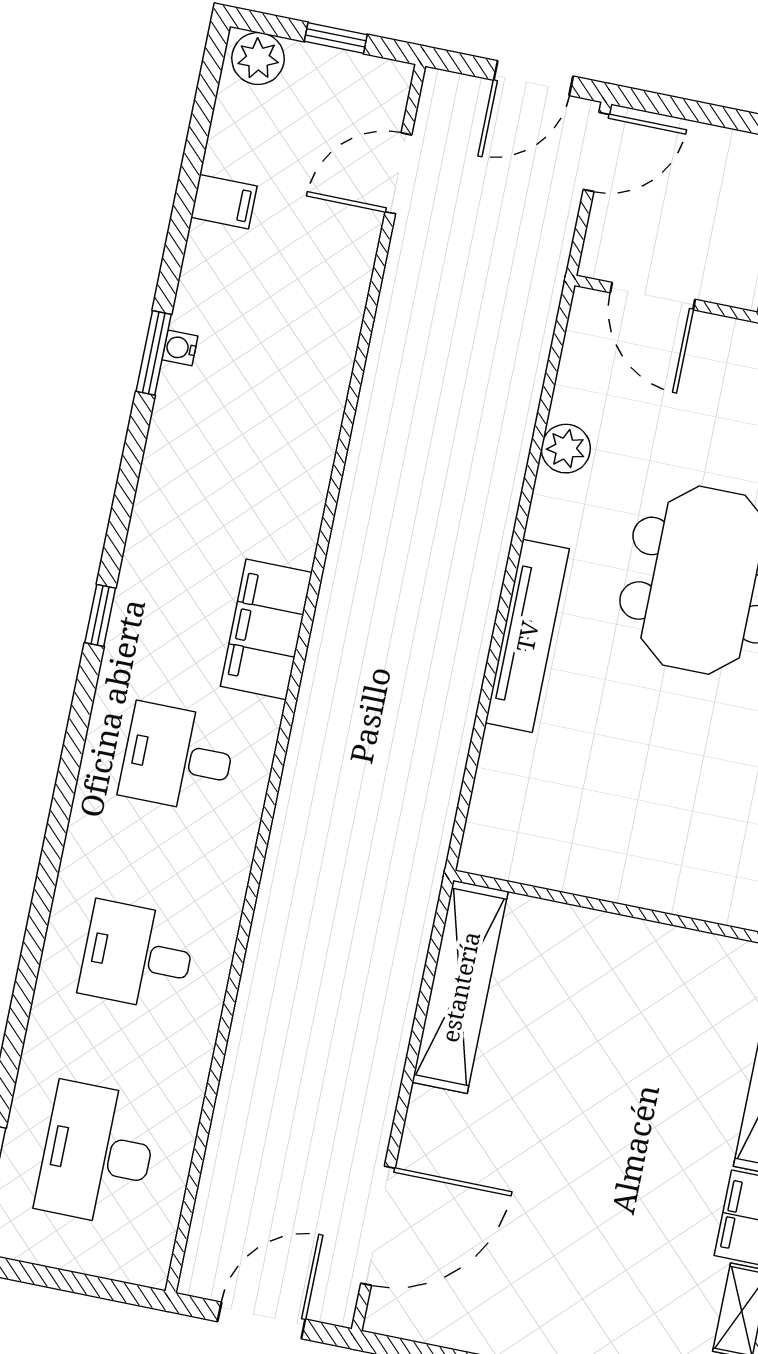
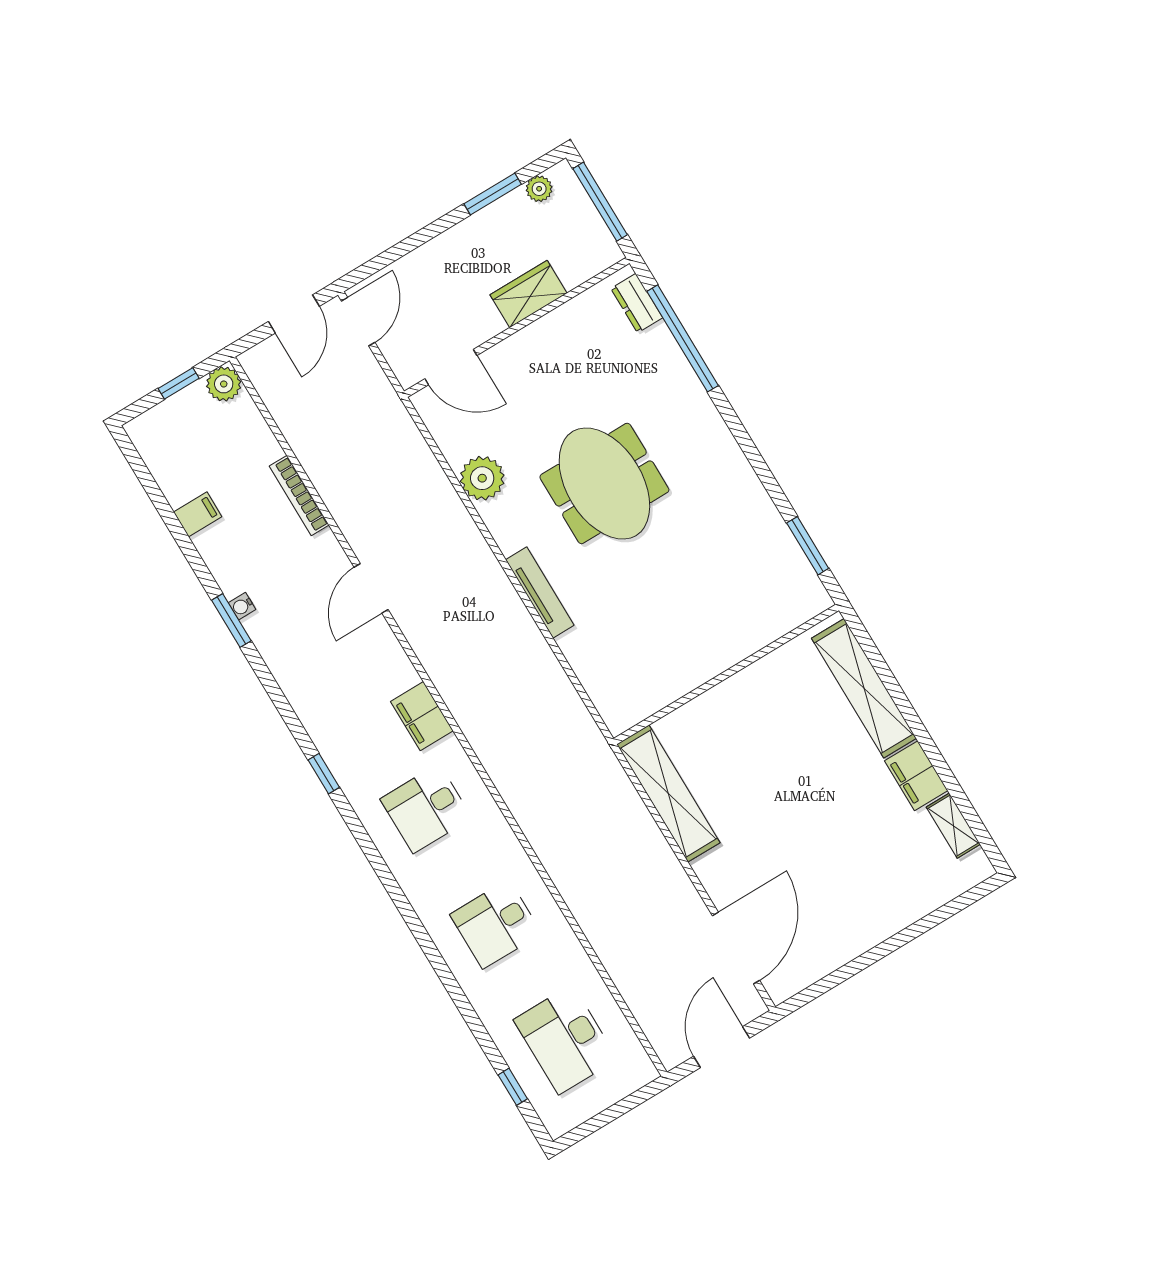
plant: (258, 58) -> (224, 384), moved
door: (398, 173) -> (371, 588), moved
bookcase: (355, 284) -> (299, 496), added
plant: (566, 449) -> (482, 478), width x1.36, depth x1.36
filing cabinet: (266, 629) -> (422, 716), width x0.67, depth x0.86
tv unit: (527, 636) -> (540, 592), width x0.73, depth x0.78

